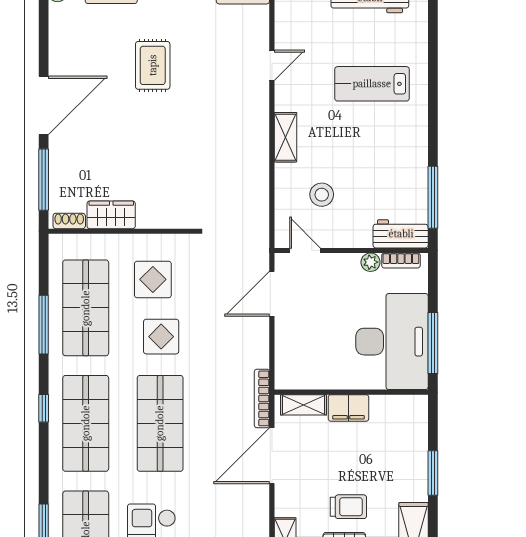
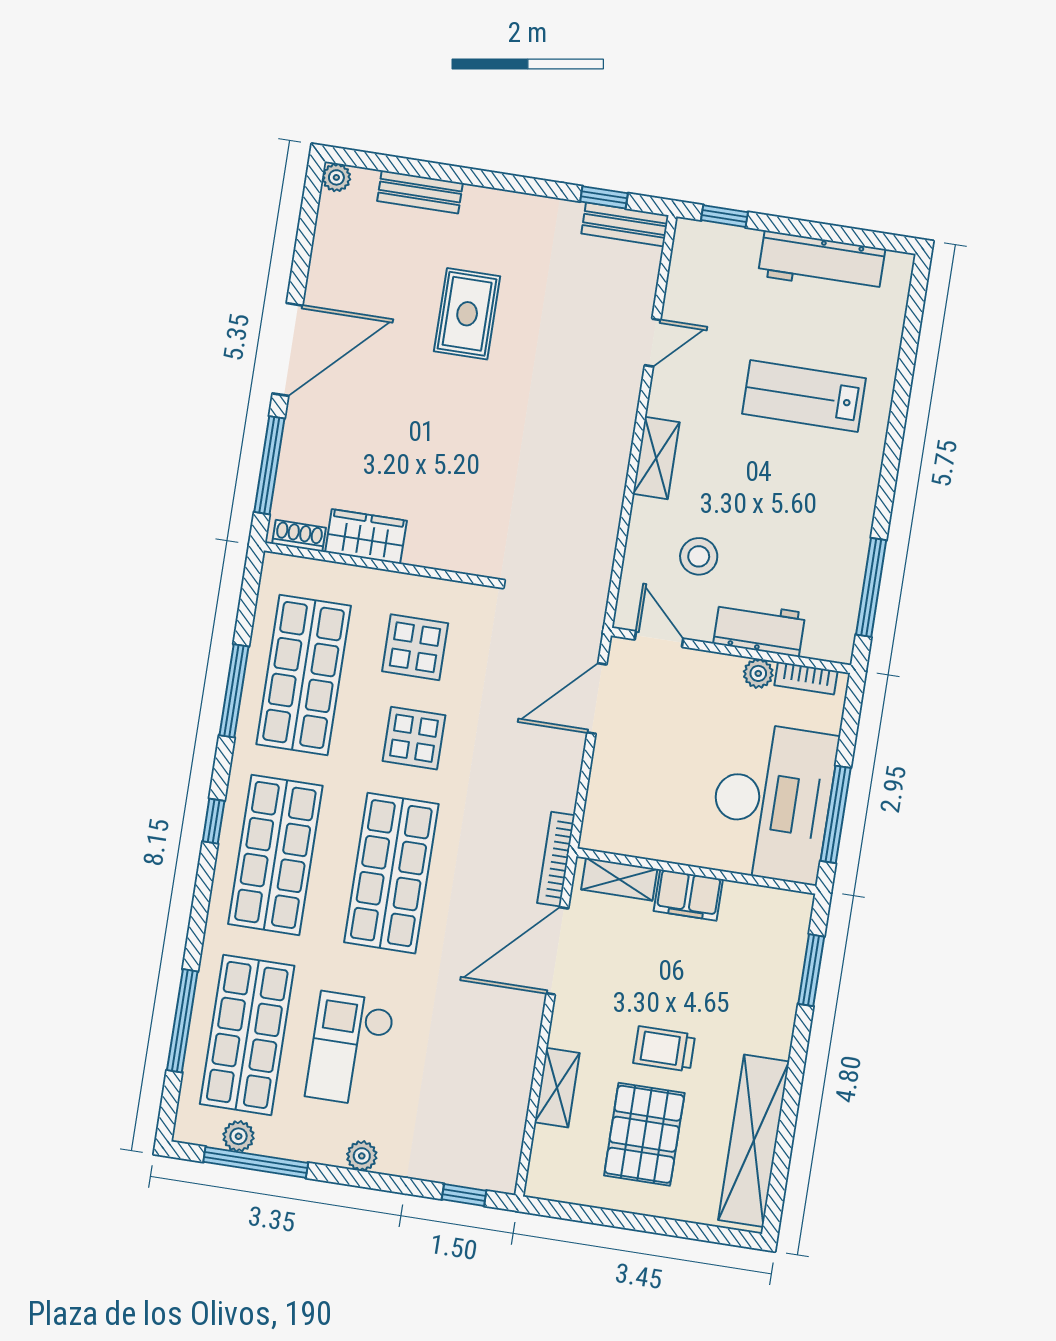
workbench: (401, 234) -> (759, 628), moved
window: (433, 473) -> (811, 970), moved
trolley: (348, 507) -> (664, 1049), turned 180

